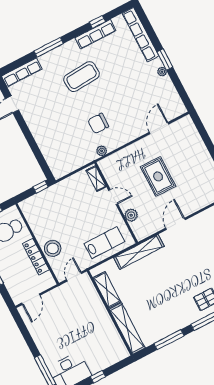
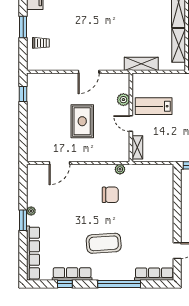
window: (49, 47) -> (119, 284), width x1.46
lab bench: (104, 243) -> (154, 106), moved
shelving: (139, 252) -> (141, 64), width x0.68

